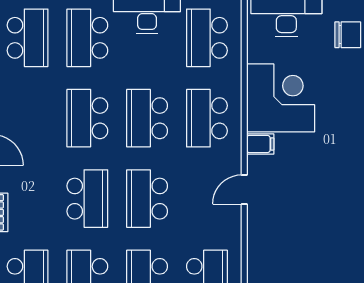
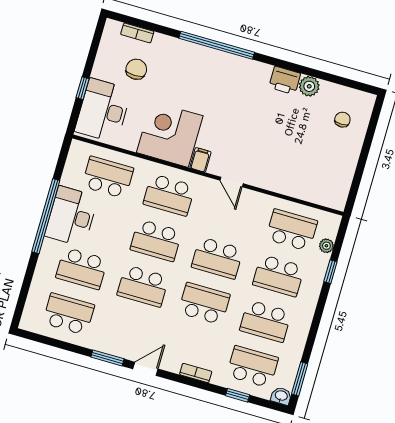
school desk: (207, 38) -> (108, 177), turned 180

